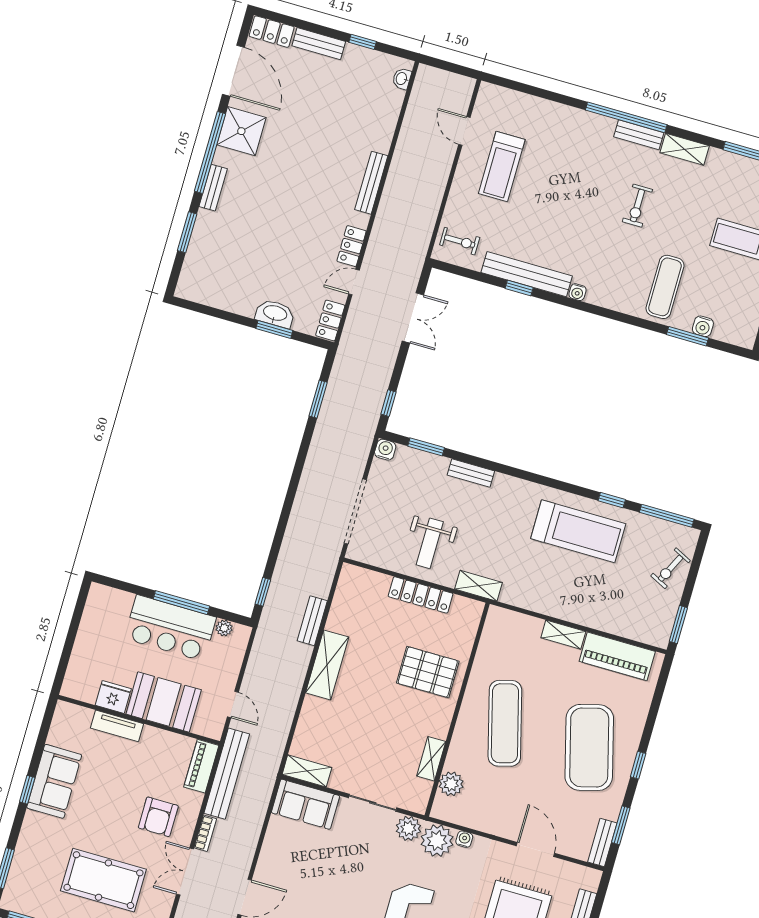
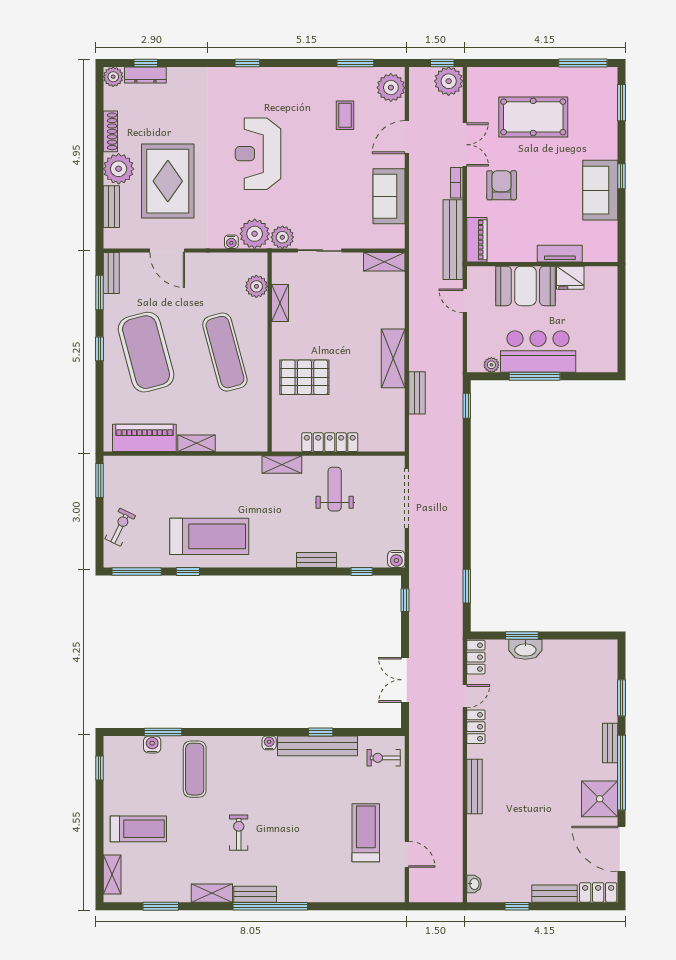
window: (426, 447) -> (362, 572), width x0.67
treadmill: (578, 531) -> (209, 536), turned 180
sofa: (305, 804) -> (389, 196), moved, turned -90

